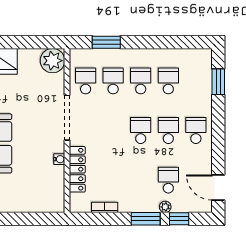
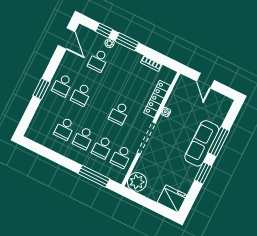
window: (106, 42) -> (94, 176), width x1.44
window: (218, 82) -> (41, 89), moved
school desk: (141, 131) -> (119, 113), moved
door: (31, 219) -> (205, 81), added

